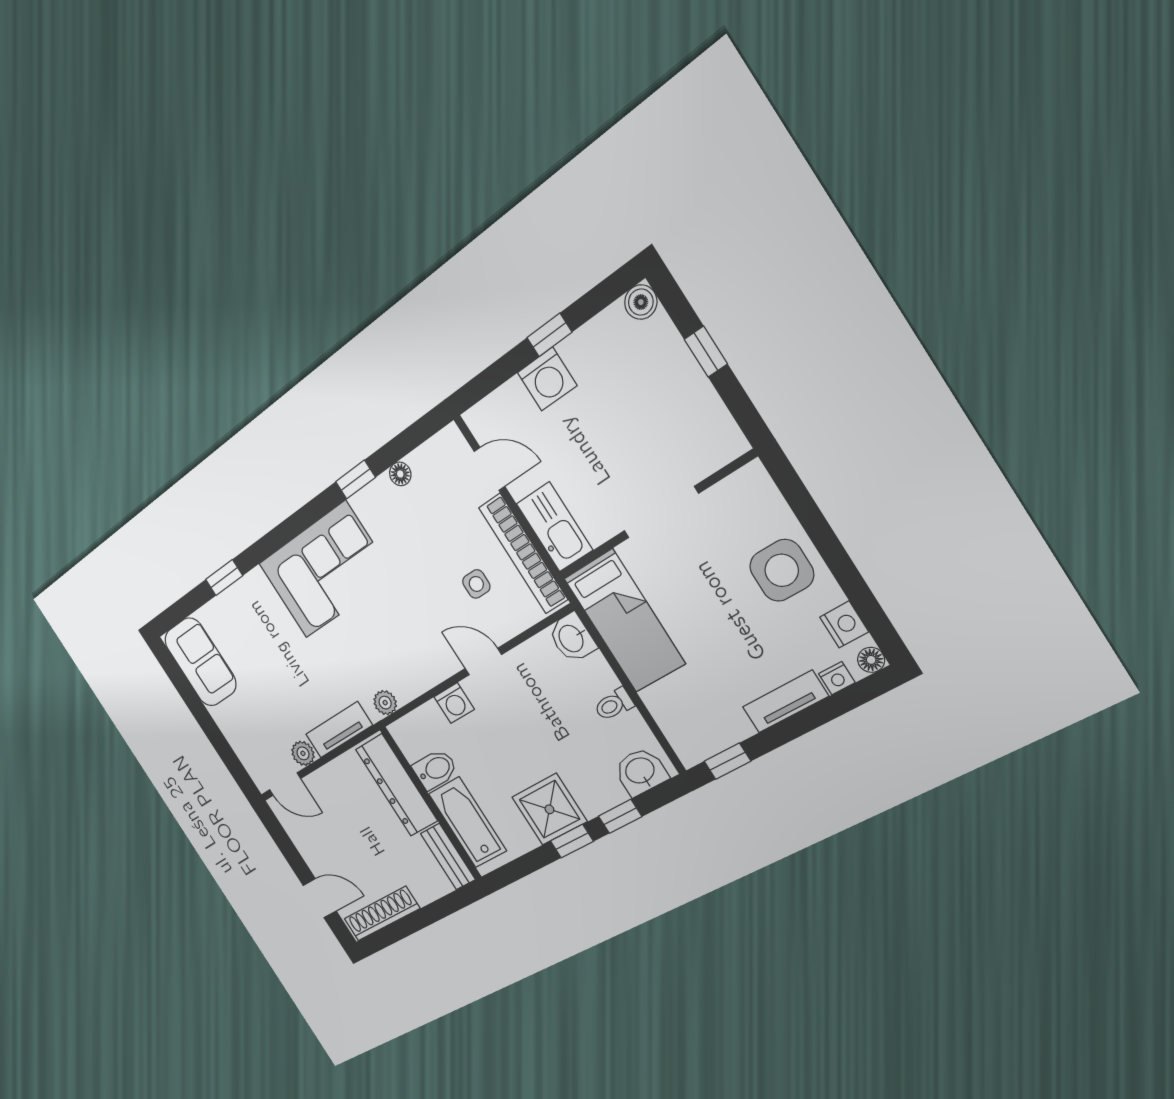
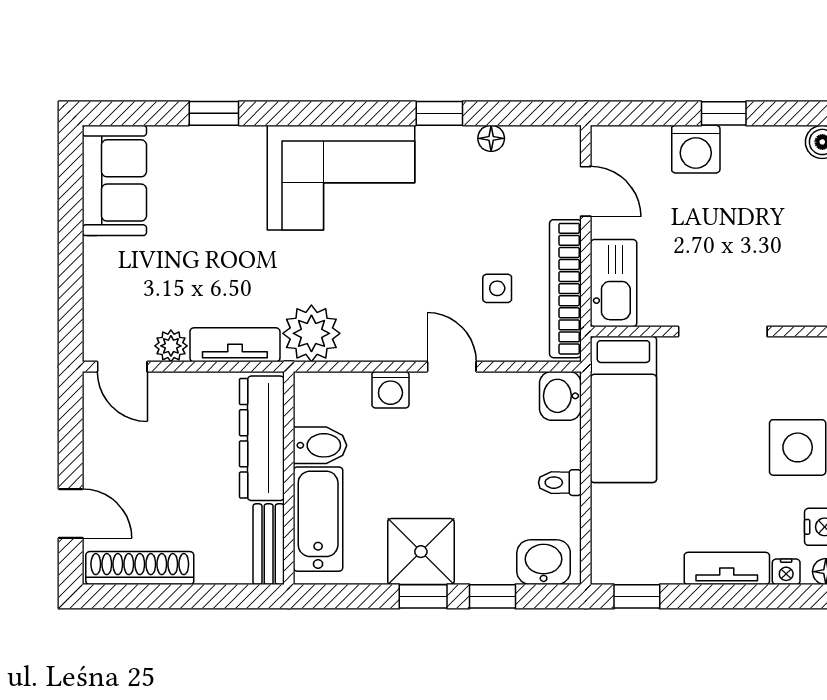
plant: (385, 703) -> (311, 333), width x1.88, depth x1.88

